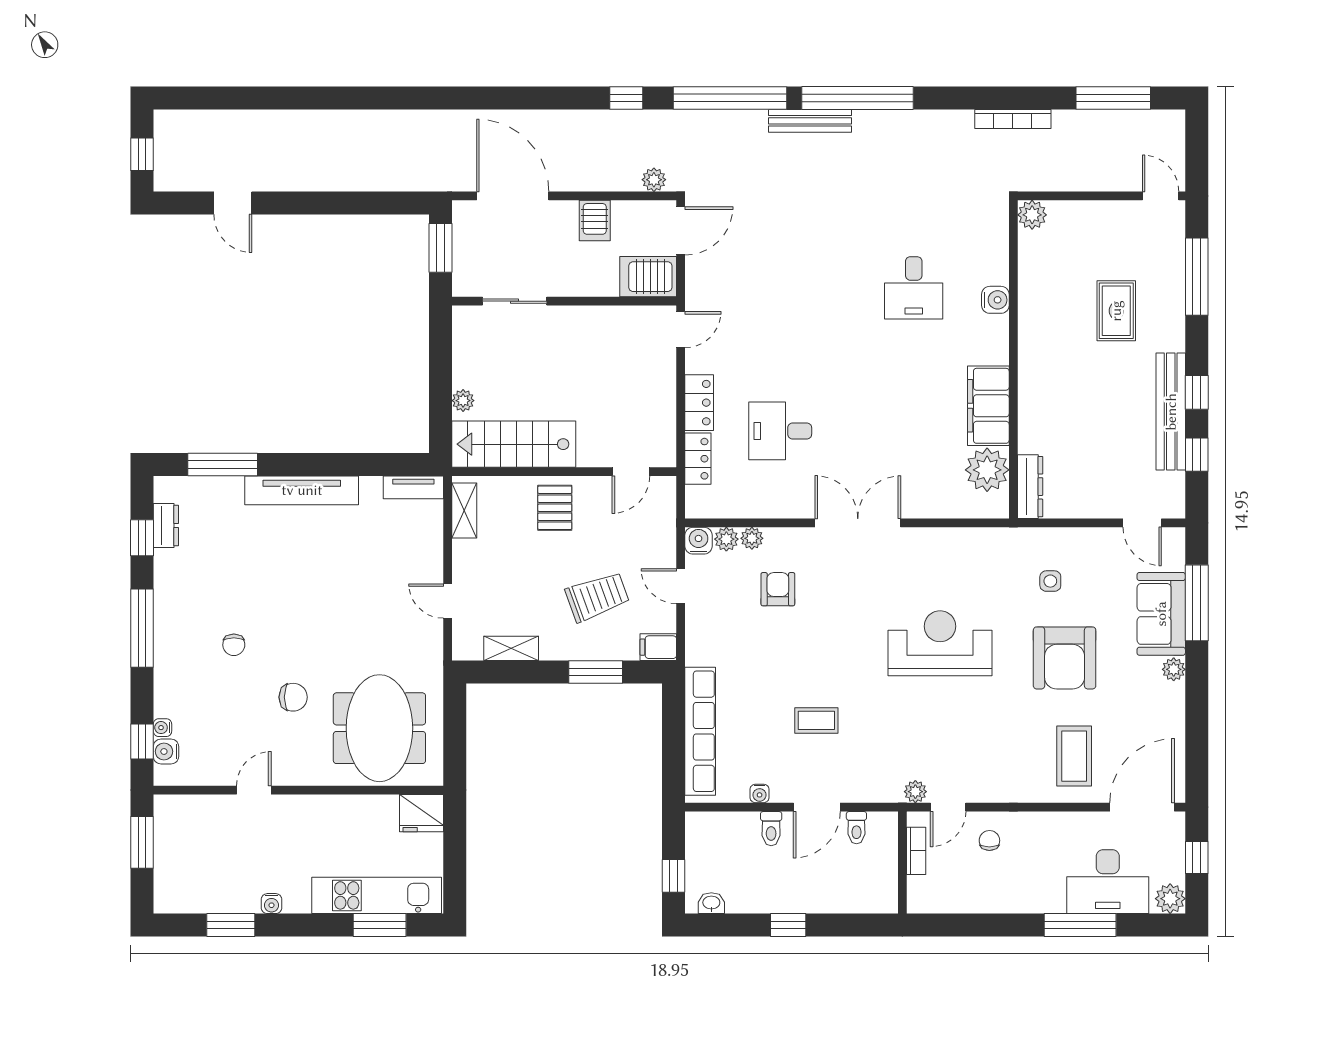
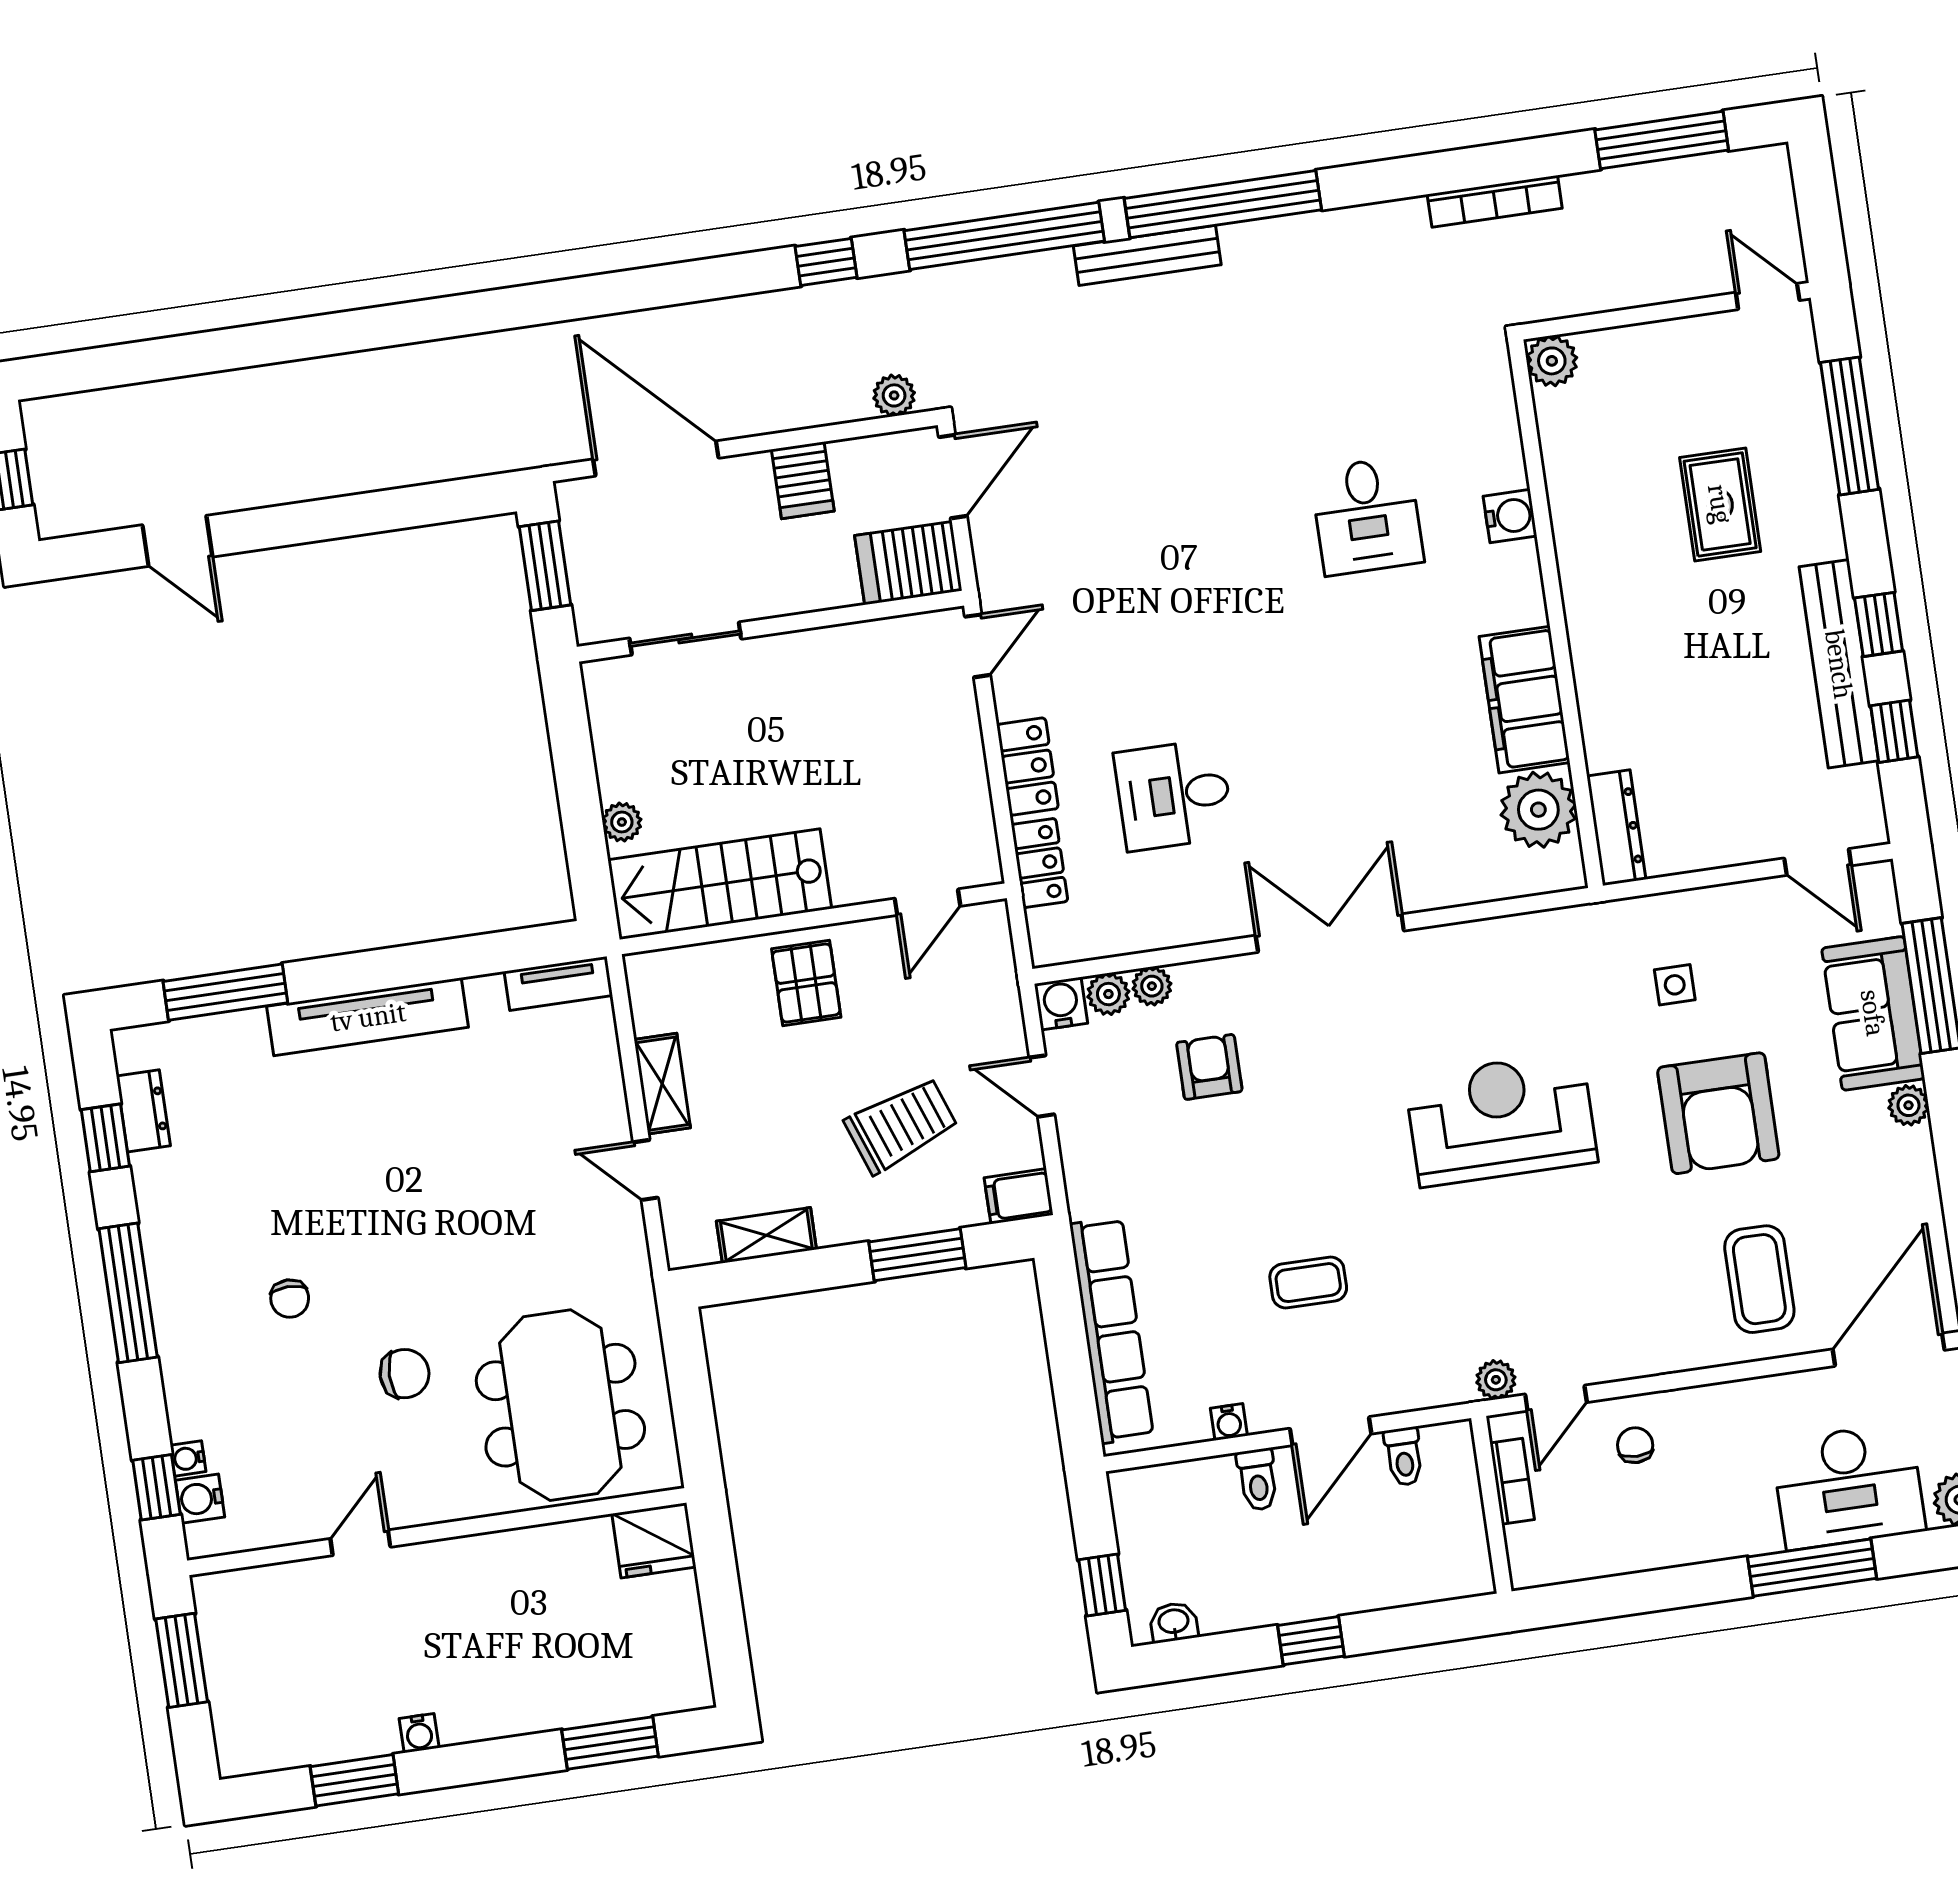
shelving: (464, 511) -> (662, 1084), moved
kitchen unit: (377, 895) -> (597, 1693), removed

